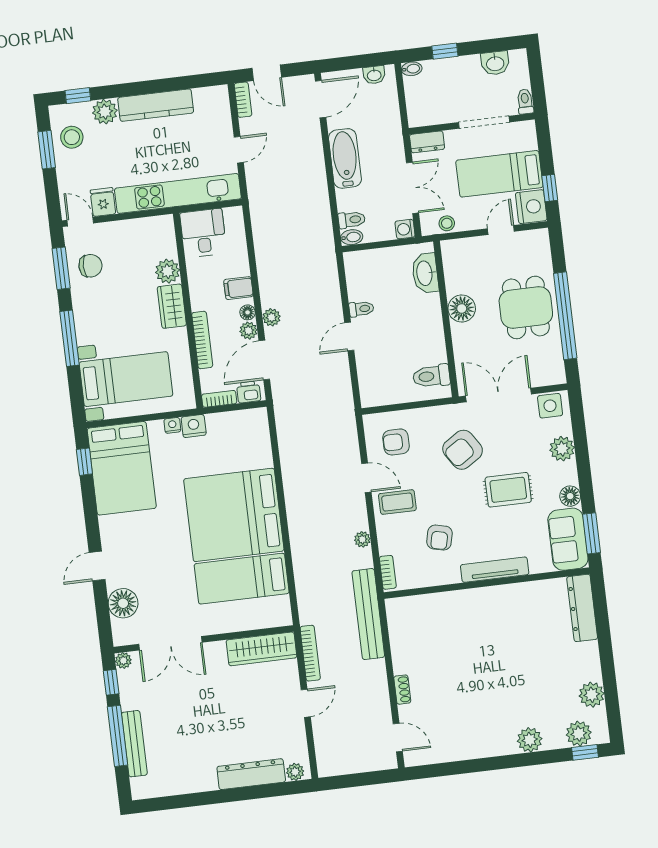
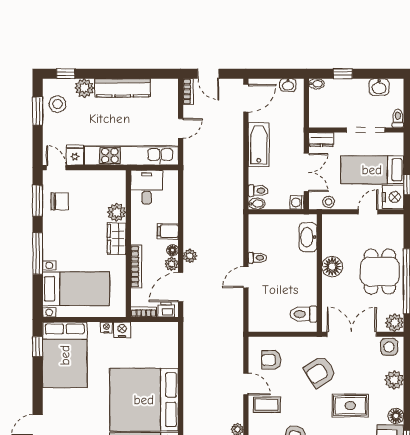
plant: (553, 373) -> (395, 323), added

